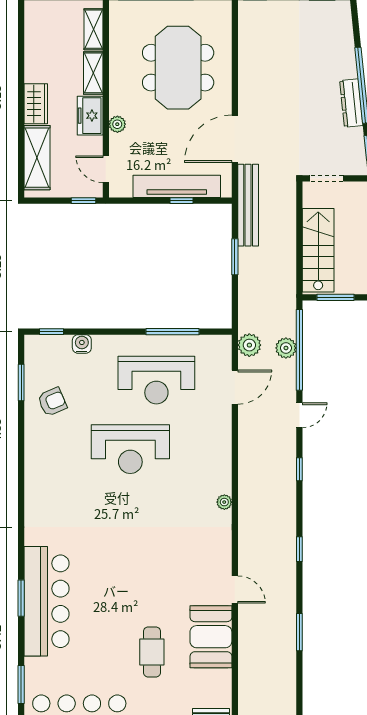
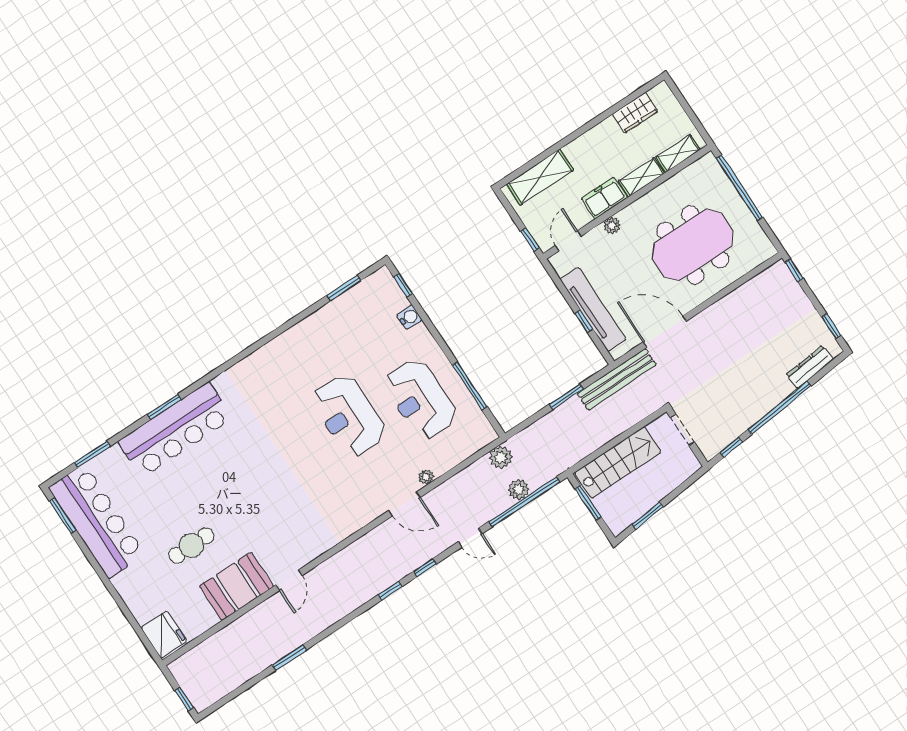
dresser: (351, 103) -> (810, 367), moved
wardrobe: (36, 104) -> (635, 113), moved
door: (235, 387) -> (404, 504), moved
armchair: (52, 402) -> (345, 324), removed
plant: (224, 502) -> (426, 477), moved
window: (299, 549) -> (390, 591), moved

